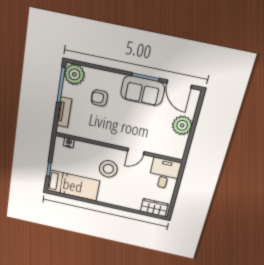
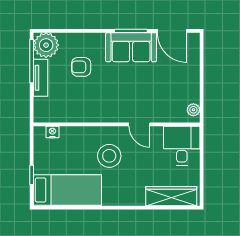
tv unit: (64, 112) -> (41, 78), moved
plant: (182, 125) -> (193, 110), moved, width x0.53, depth x0.53
door: (136, 151) -> (139, 124), hinge flipped
wardrobe: (154, 208) -> (171, 196), width x1.50

